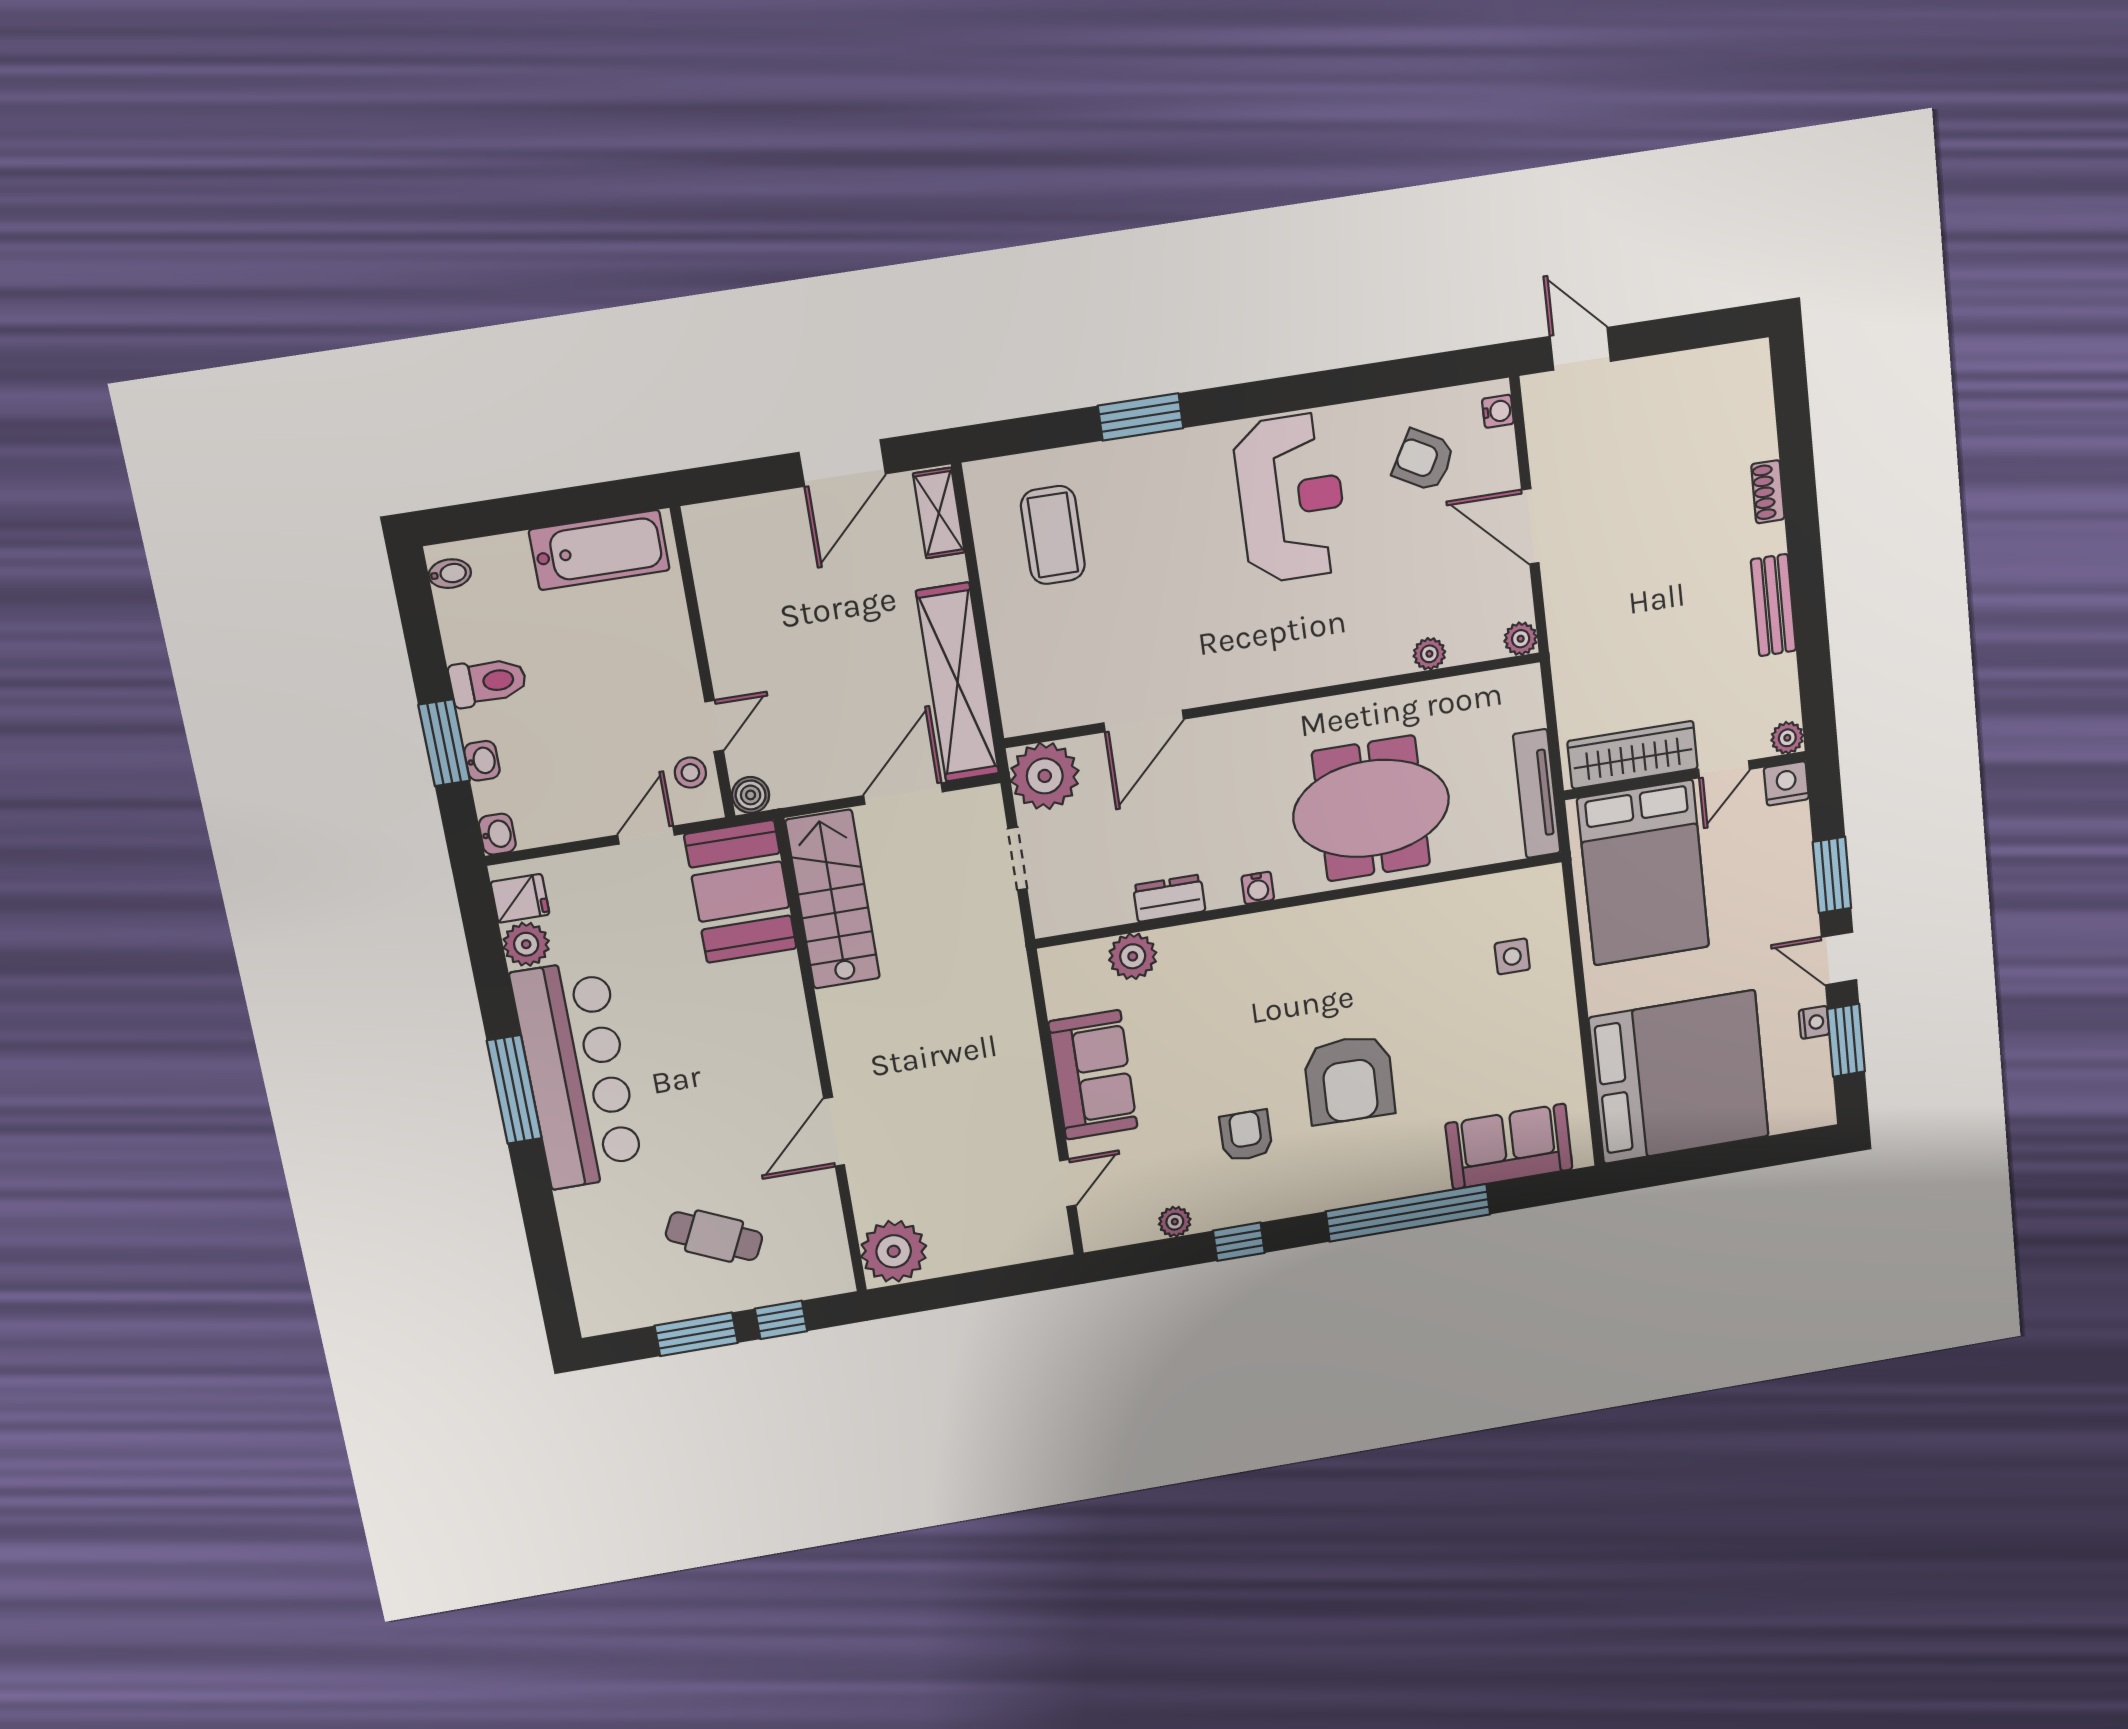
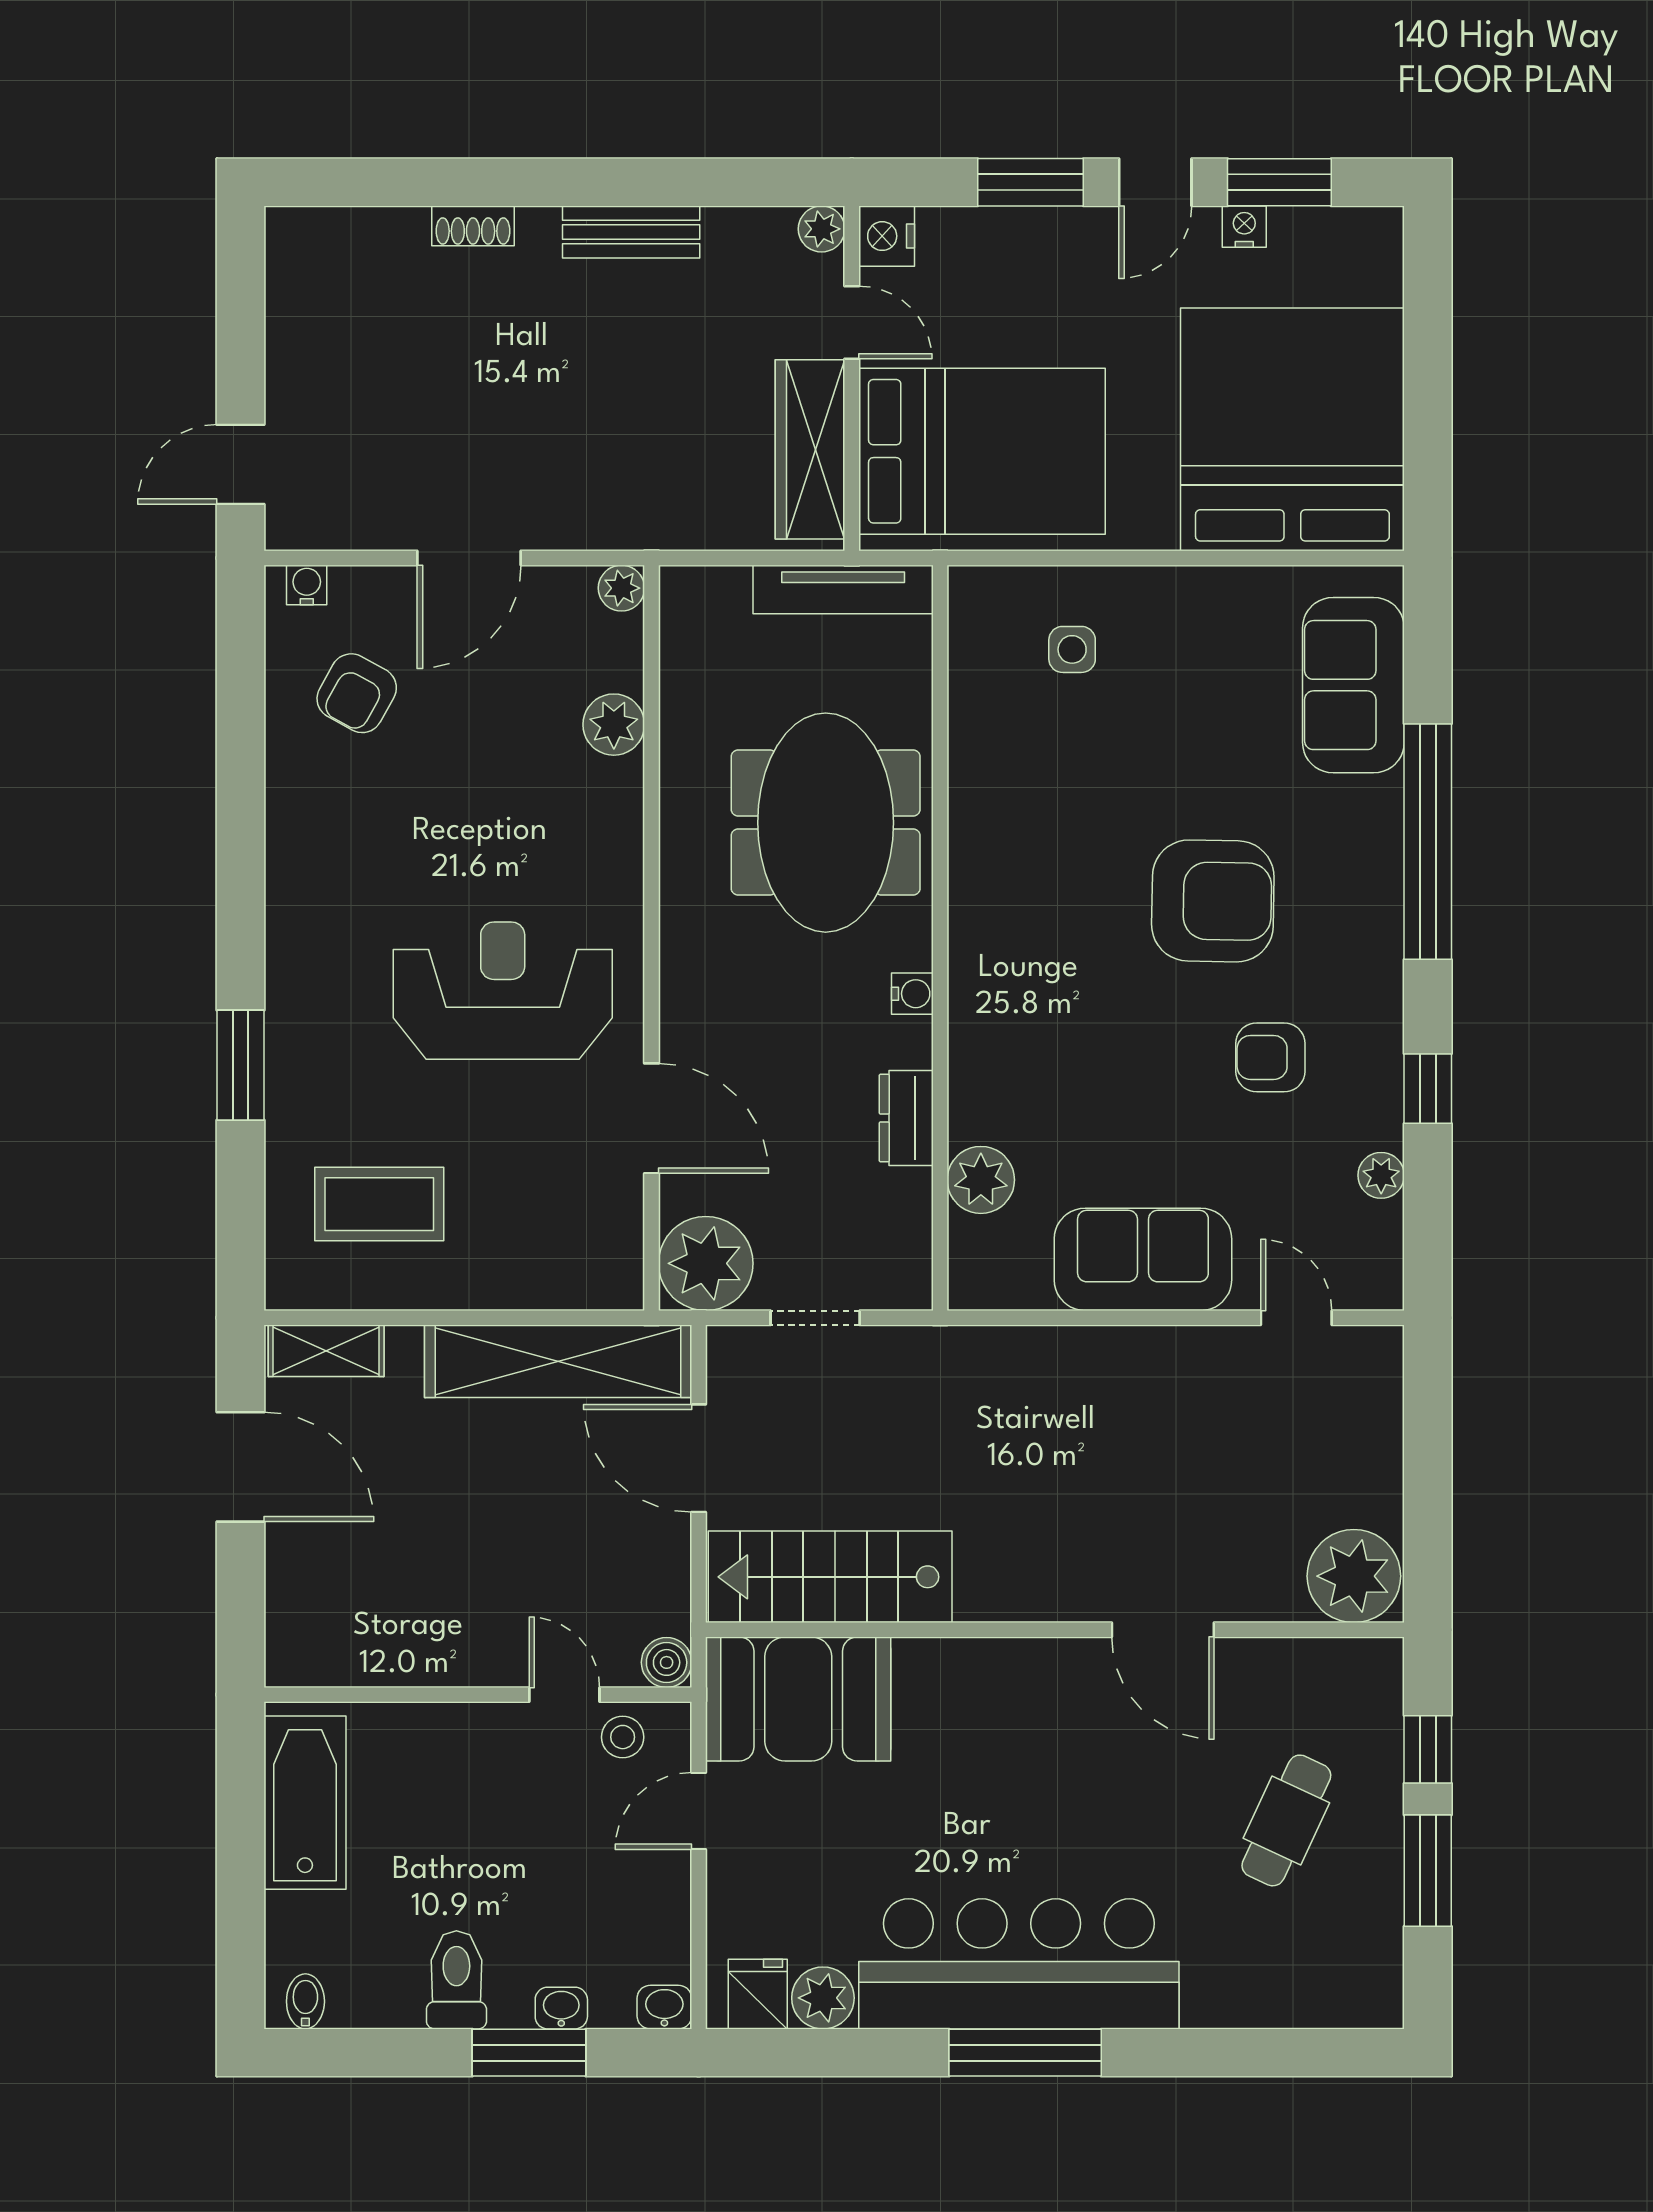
reception desk: (1291, 498) -> (503, 991), moved
plant: (1429, 654) -> (614, 725), width x1.38, depth x1.38
door: (646, 835) -> (699, 1811), hinge flipped

